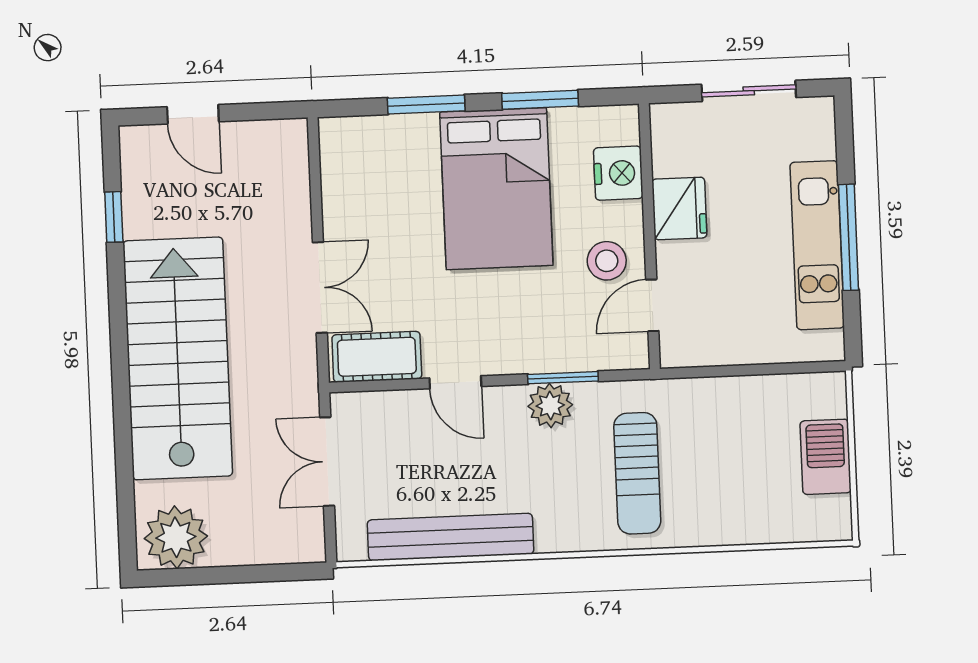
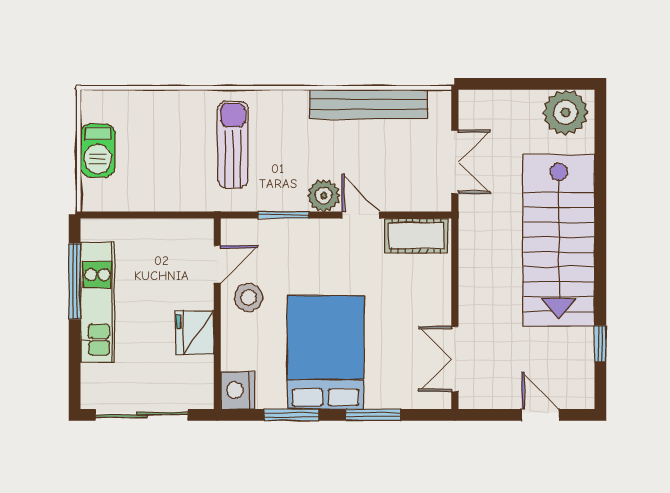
sliding door: (749, 91) -> (142, 415), width x1.37
nightstand: (618, 173) -> (238, 390), moved
window: (849, 237) -> (75, 281), moved
double door: (320, 288) -> (455, 359), moved
plant: (550, 405) -> (324, 196), moved

